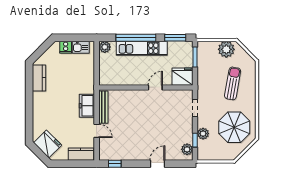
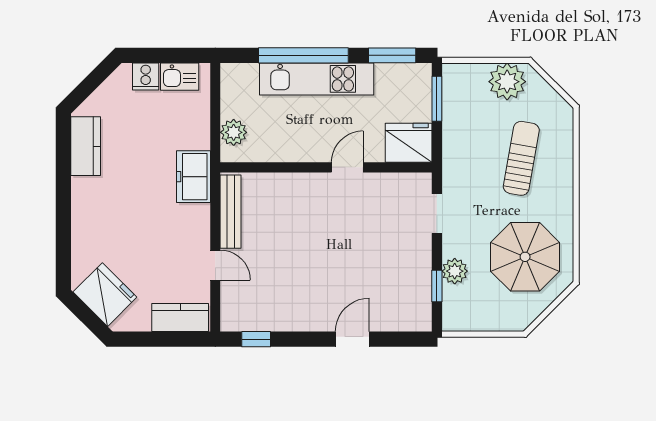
plant: (105, 47) -> (234, 132), moved
freezer: (87, 106) -> (193, 177), moved
plant: (187, 149) -> (419, 307), removed

